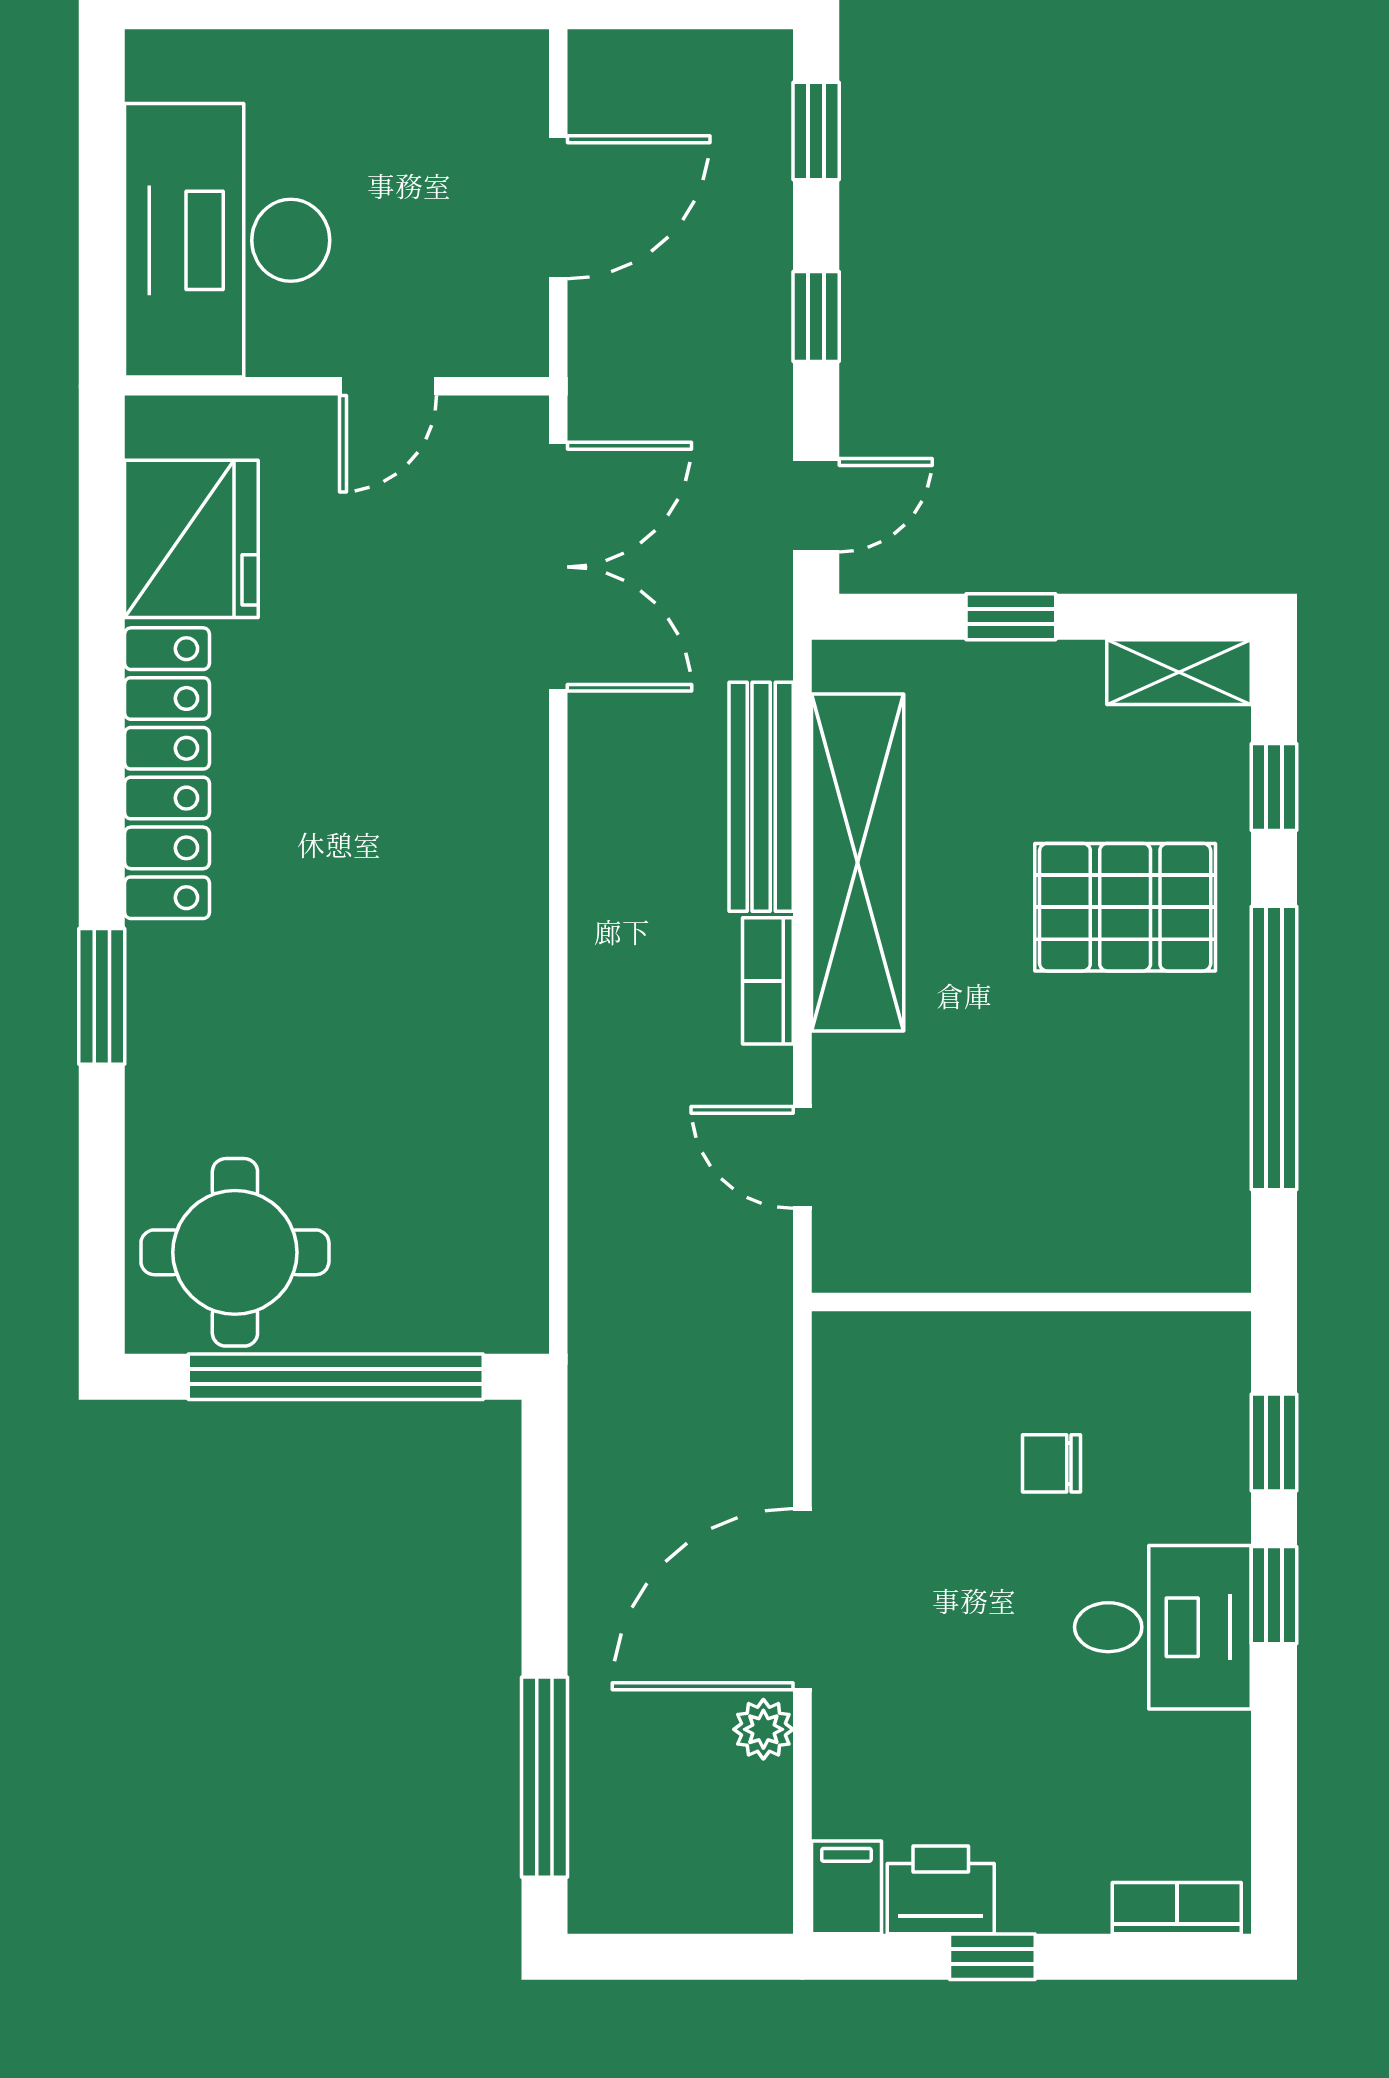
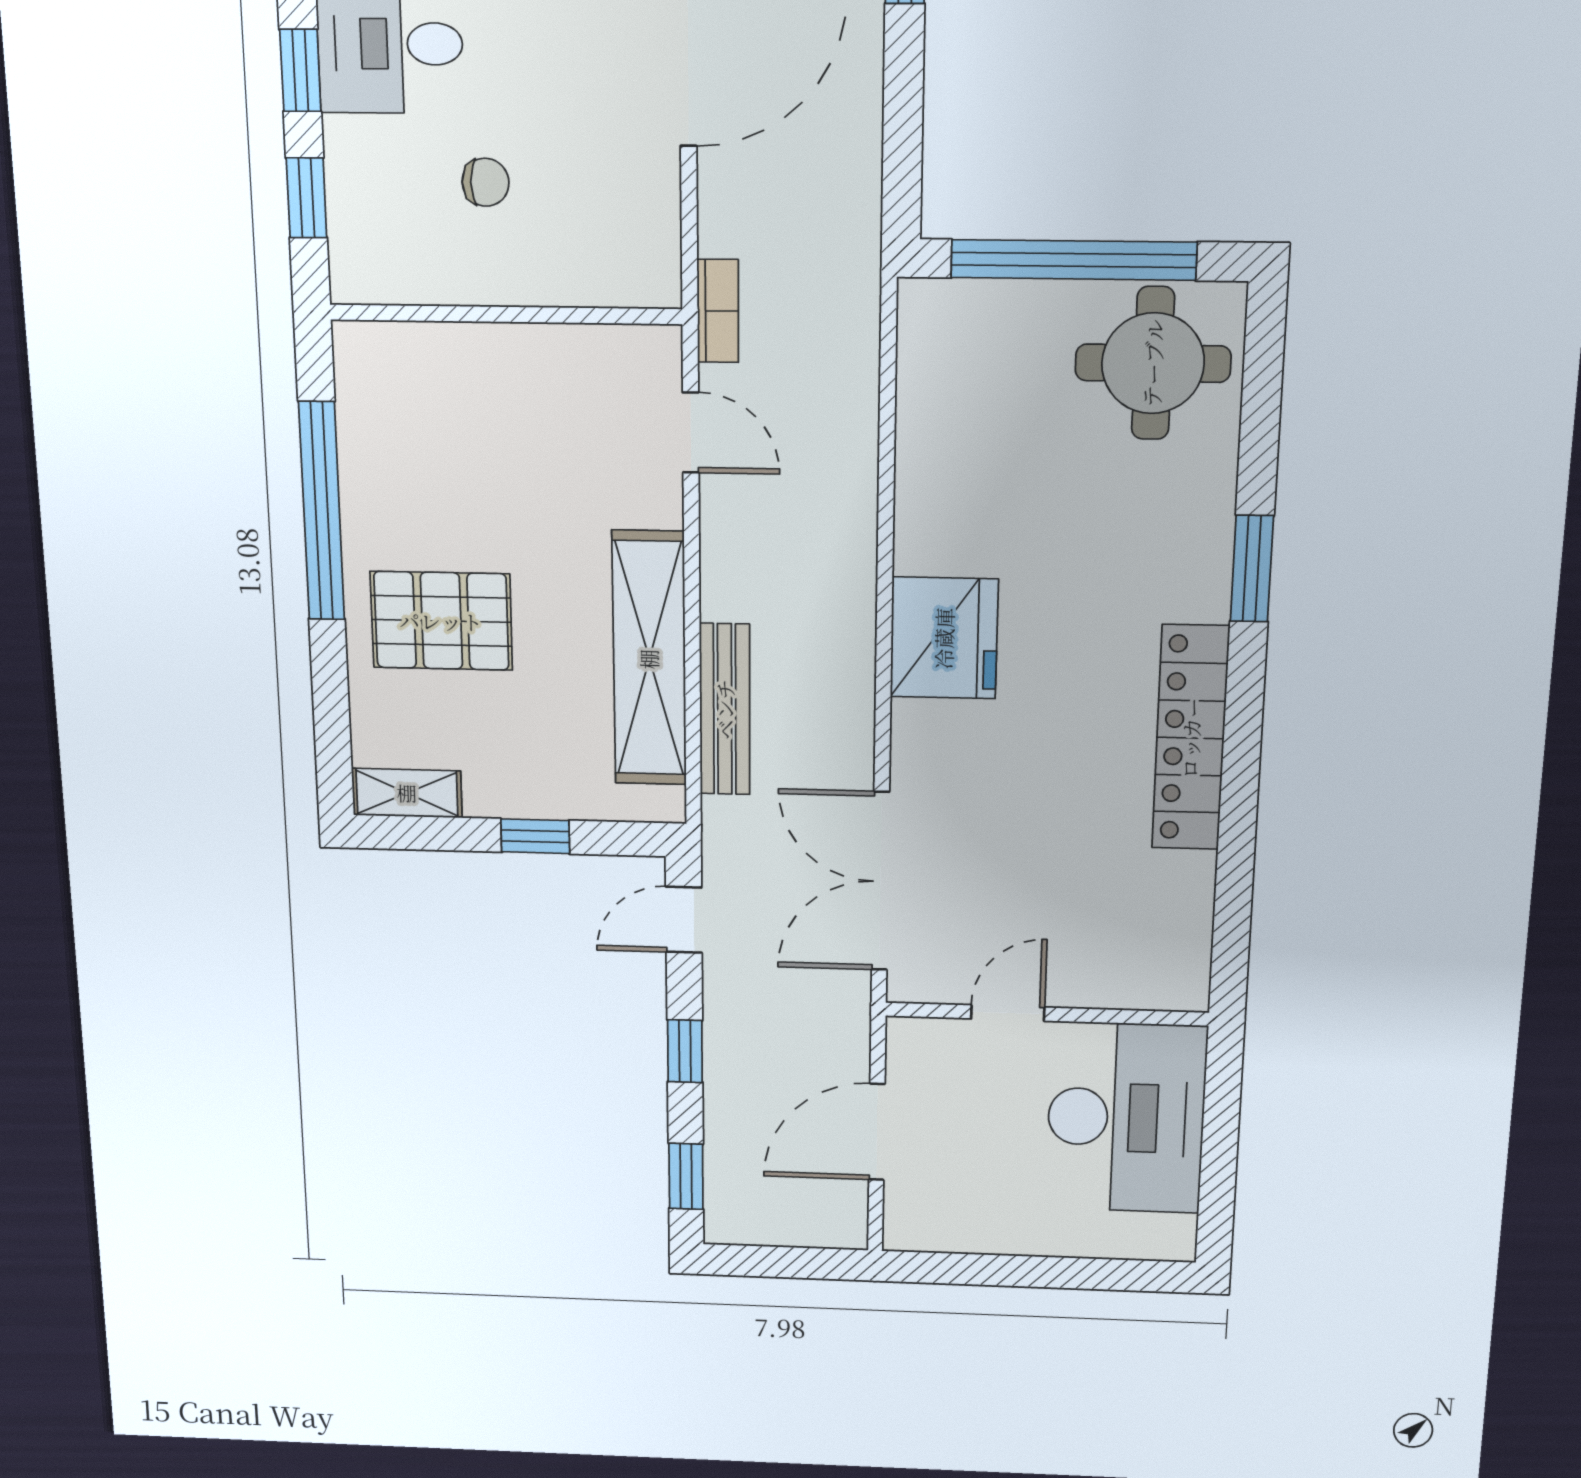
fridge: (191, 539) -> (944, 638), moved, turned 180
window: (1274, 787) -> (331, 708), removed
bookcase: (768, 981) -> (718, 311), moved

